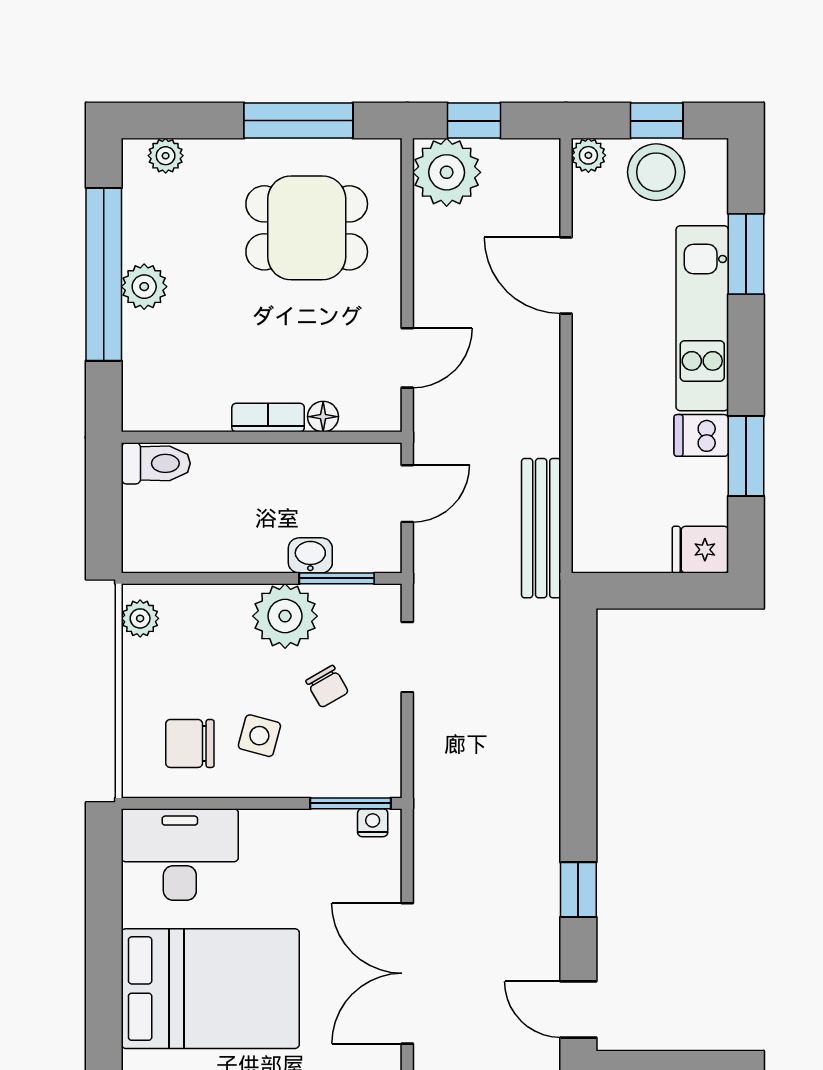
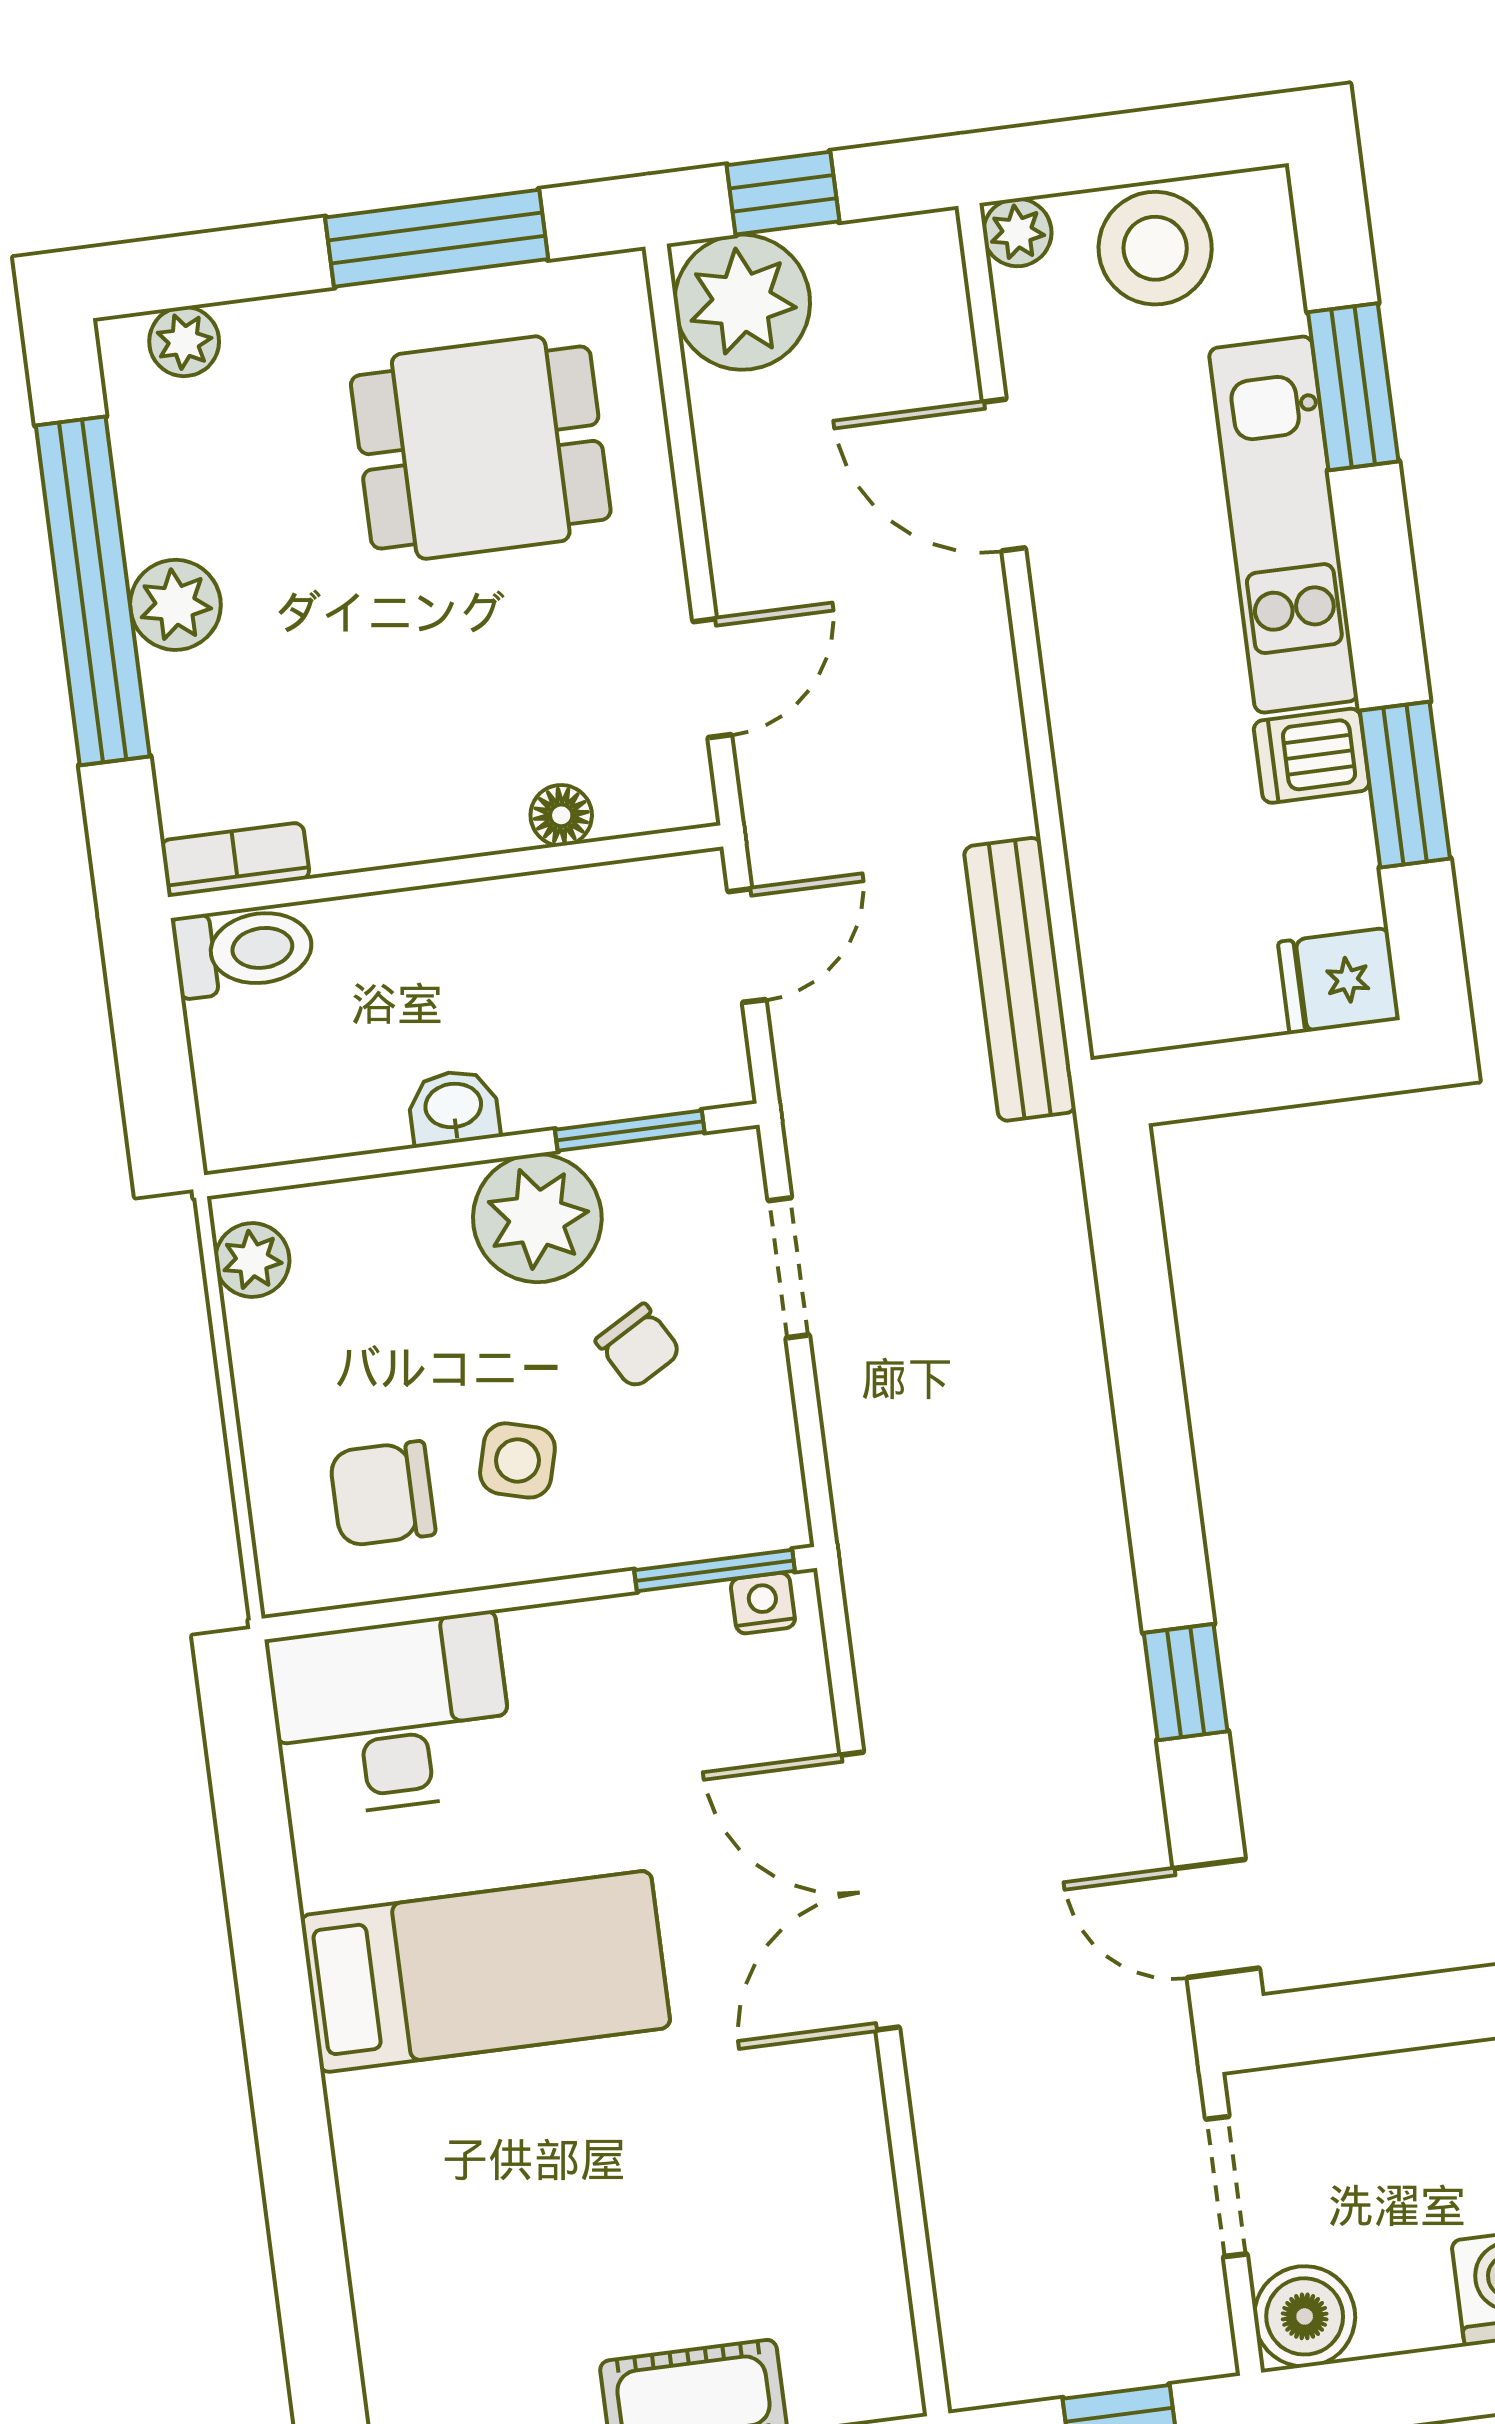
window: (657, 121) -> (1143, 146), removed
bookcase: (268, 418) -> (235, 860), moved
washbasin: (310, 555) -> (454, 1108), moved
bed: (210, 989) -> (485, 1971), width x0.67

